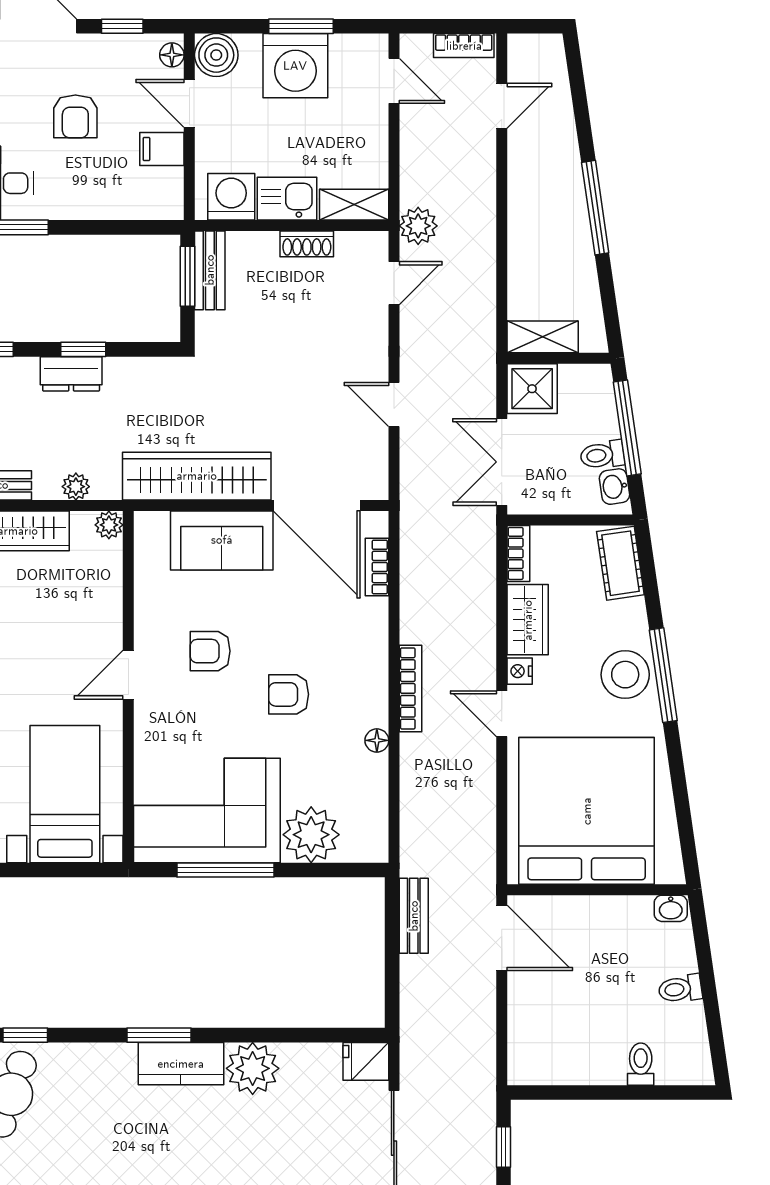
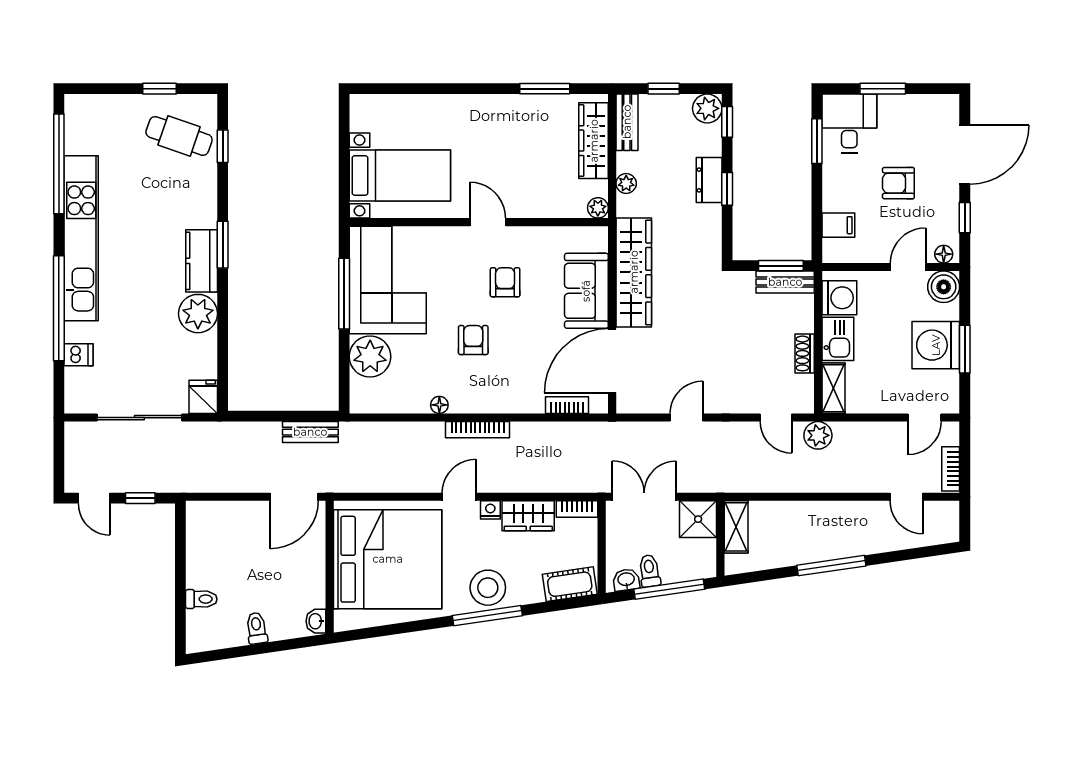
filing cabinet: (162, 149) -> (838, 225), moved, turned 90

